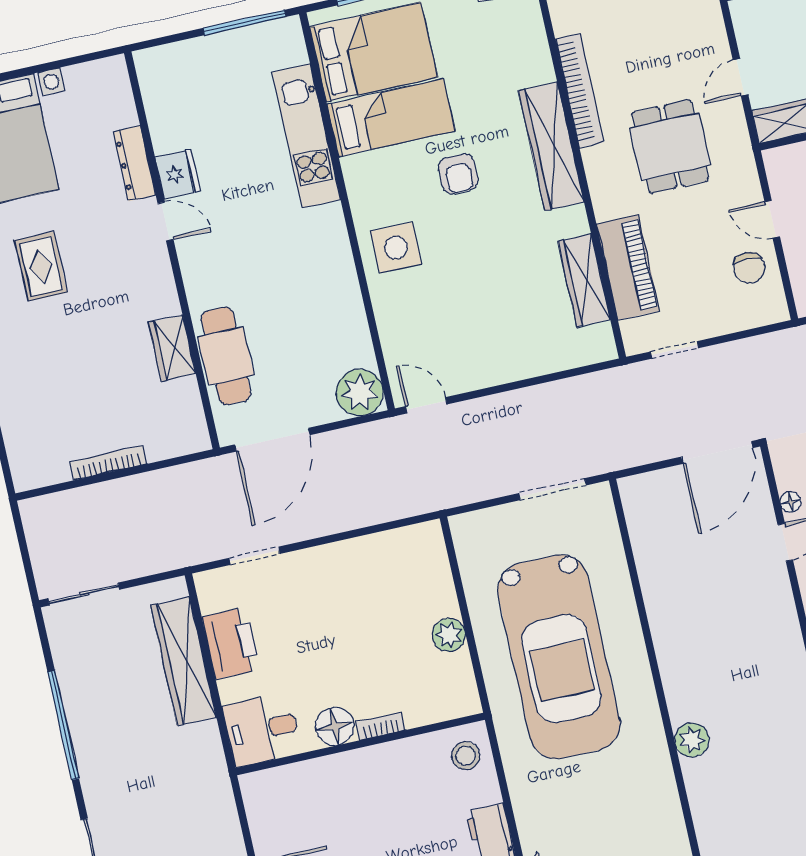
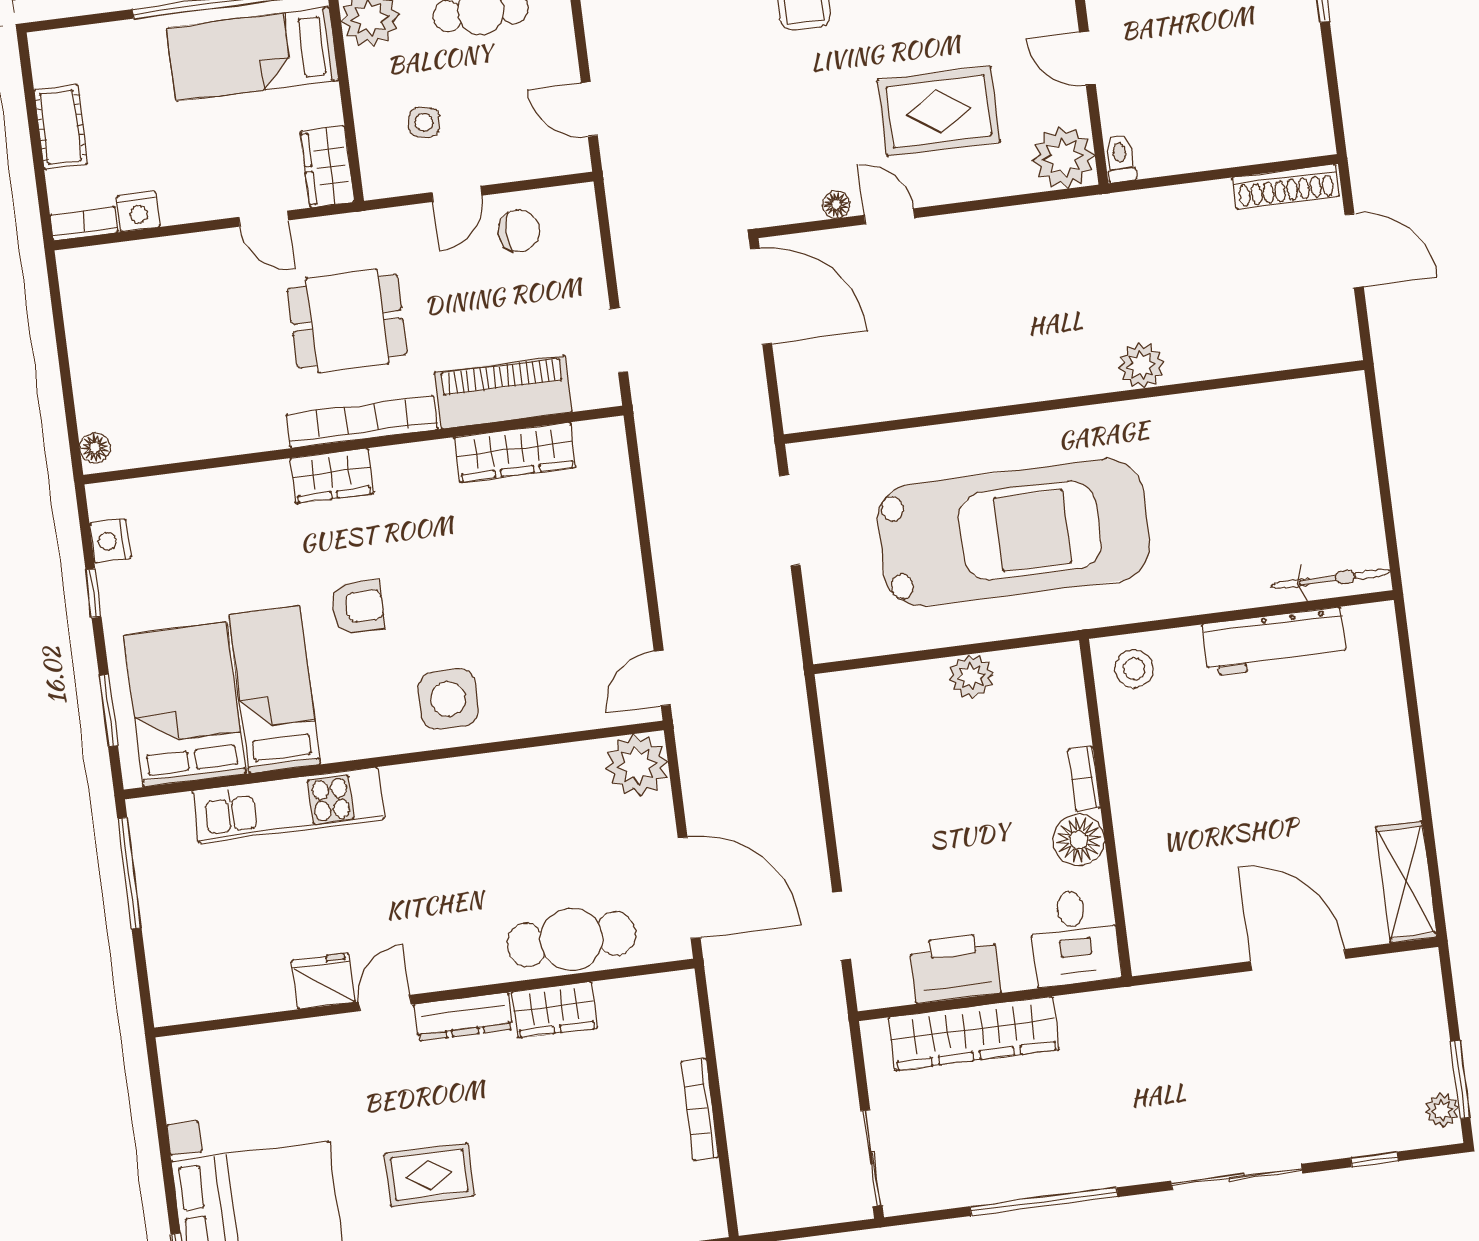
bookcase: (580, 91) -> (362, 422), moved
wardrobe: (551, 146) -> (332, 476), width x0.48, depth x0.85
dresser: (134, 163) -> (463, 1017), moved

